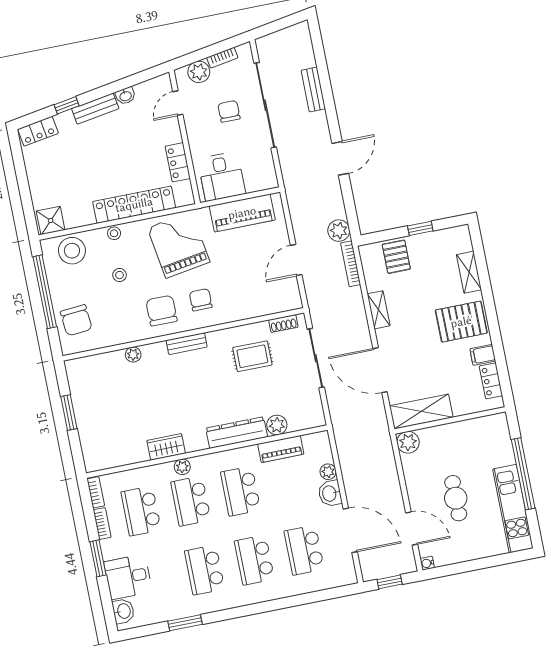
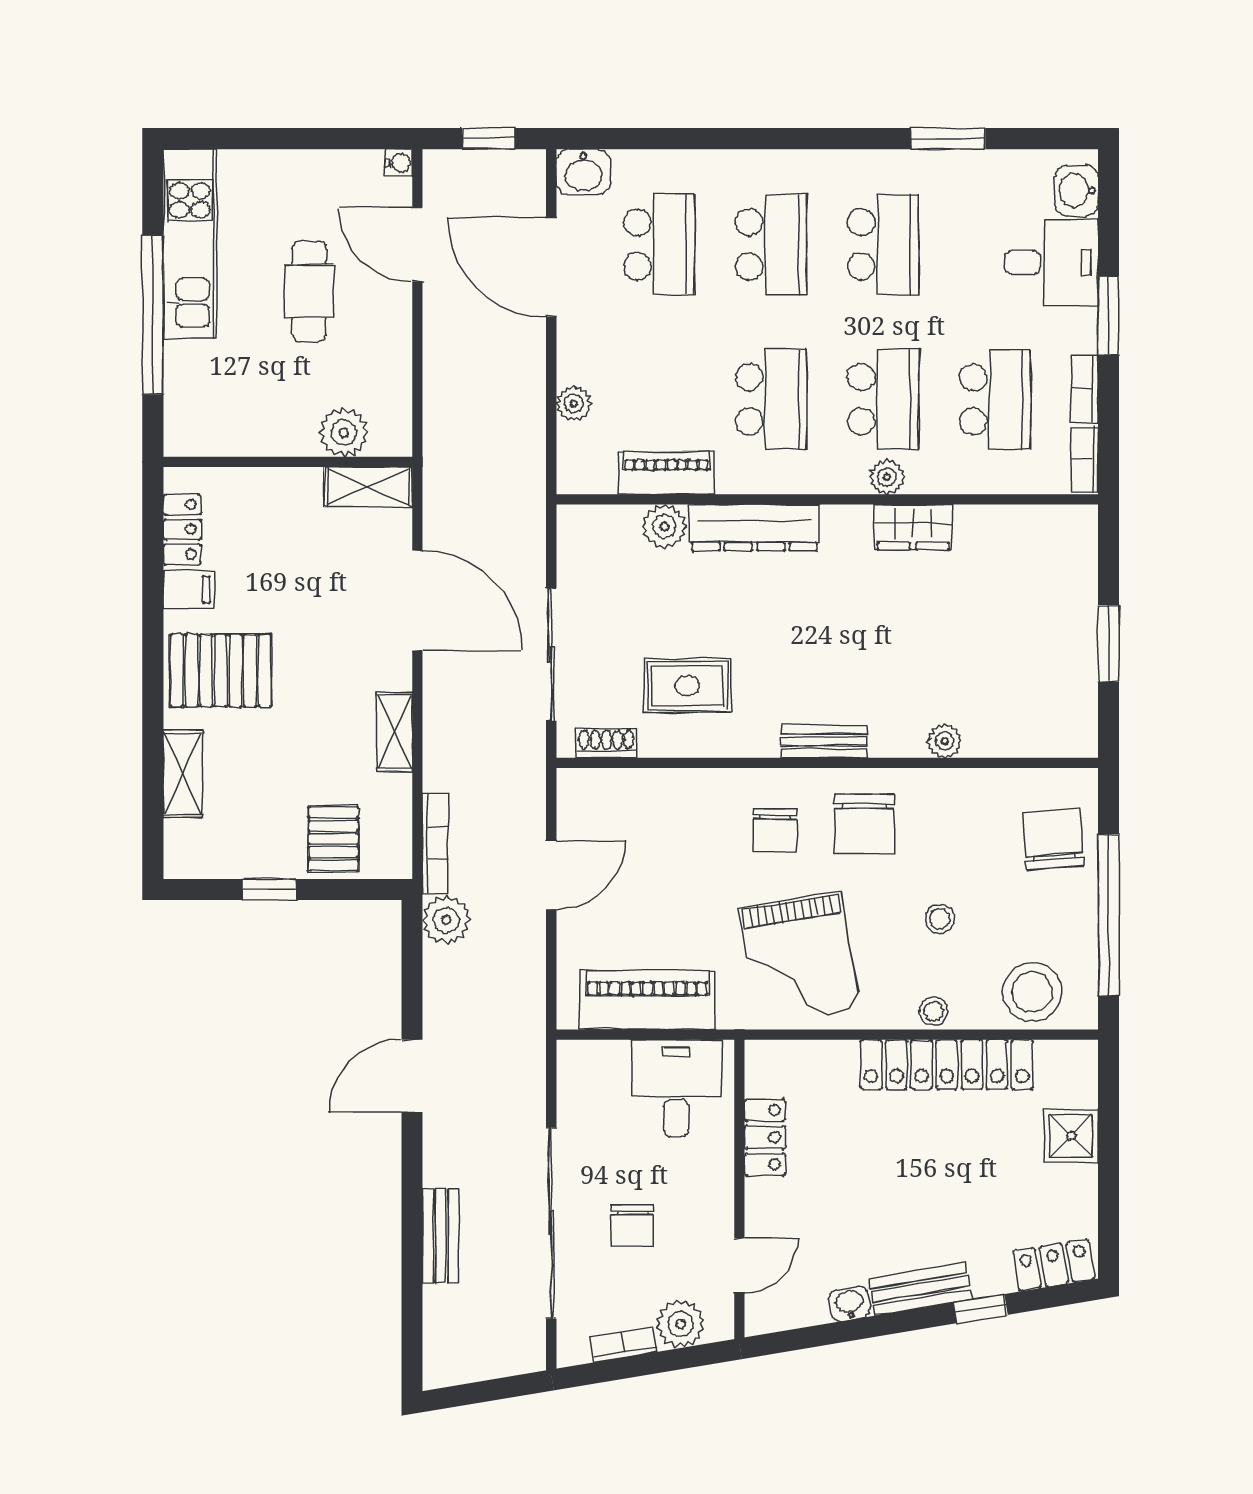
locker: (134, 205) -> (947, 1065), moved
shower: (51, 220) -> (1071, 1136), moved
shelving: (421, 412) -> (368, 487), width x0.67, depth x0.75
plant: (408, 442) -> (344, 433), moved
washbasin: (330, 493) -> (583, 172), moved, turned 90

